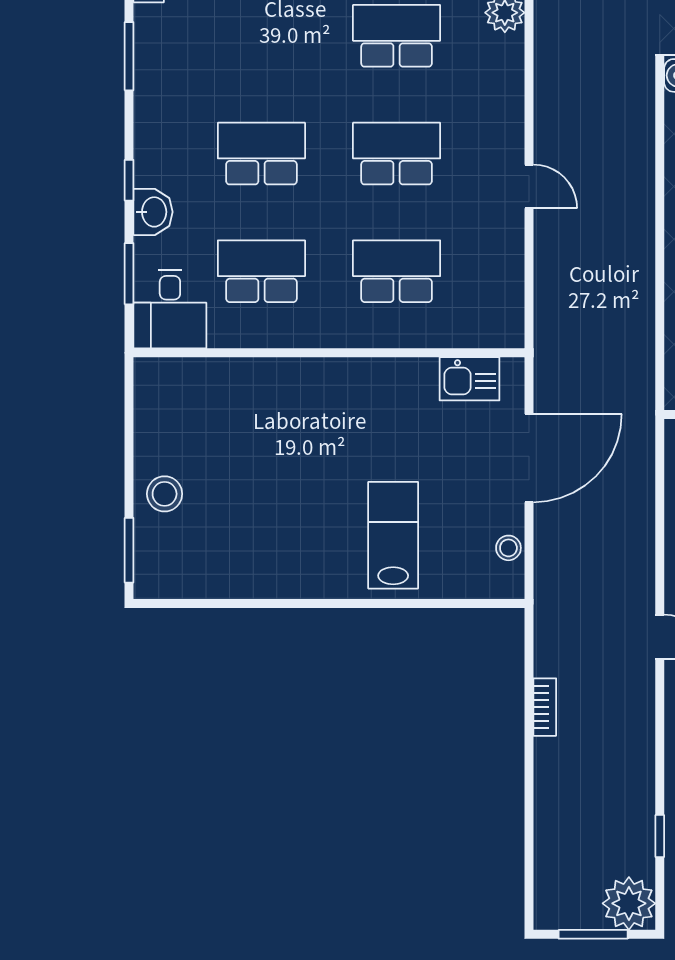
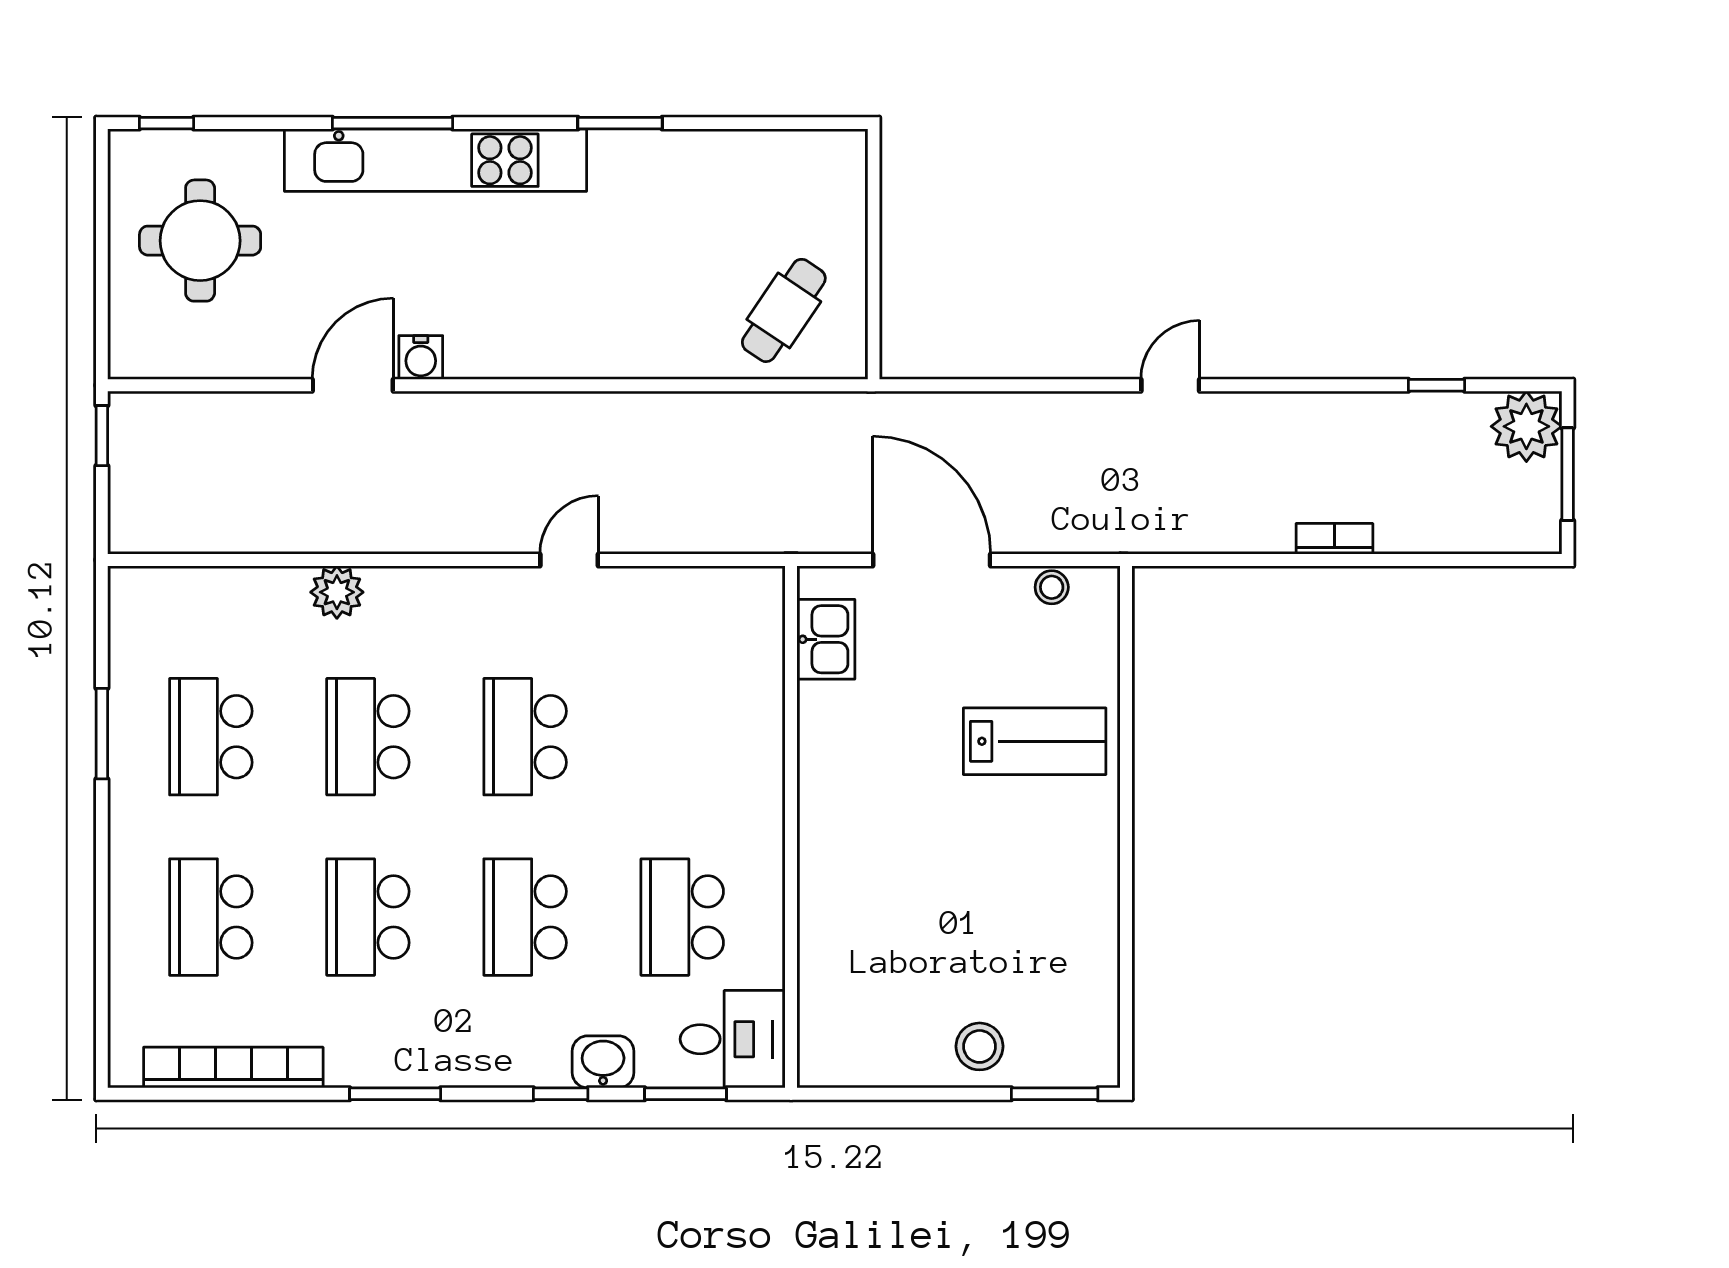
school desk: (397, 271) -> (368, 917), moved
lab bench: (393, 535) -> (1035, 741), turned 180
bookcase: (545, 707) -> (1334, 539), moved

